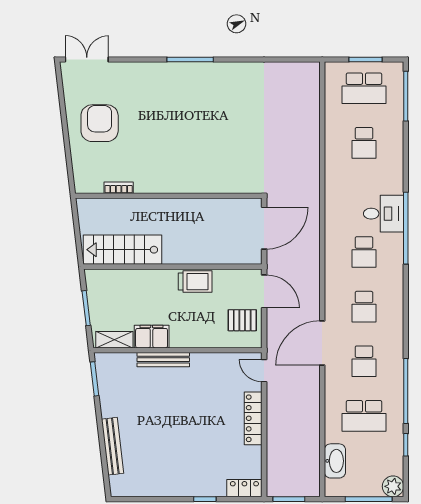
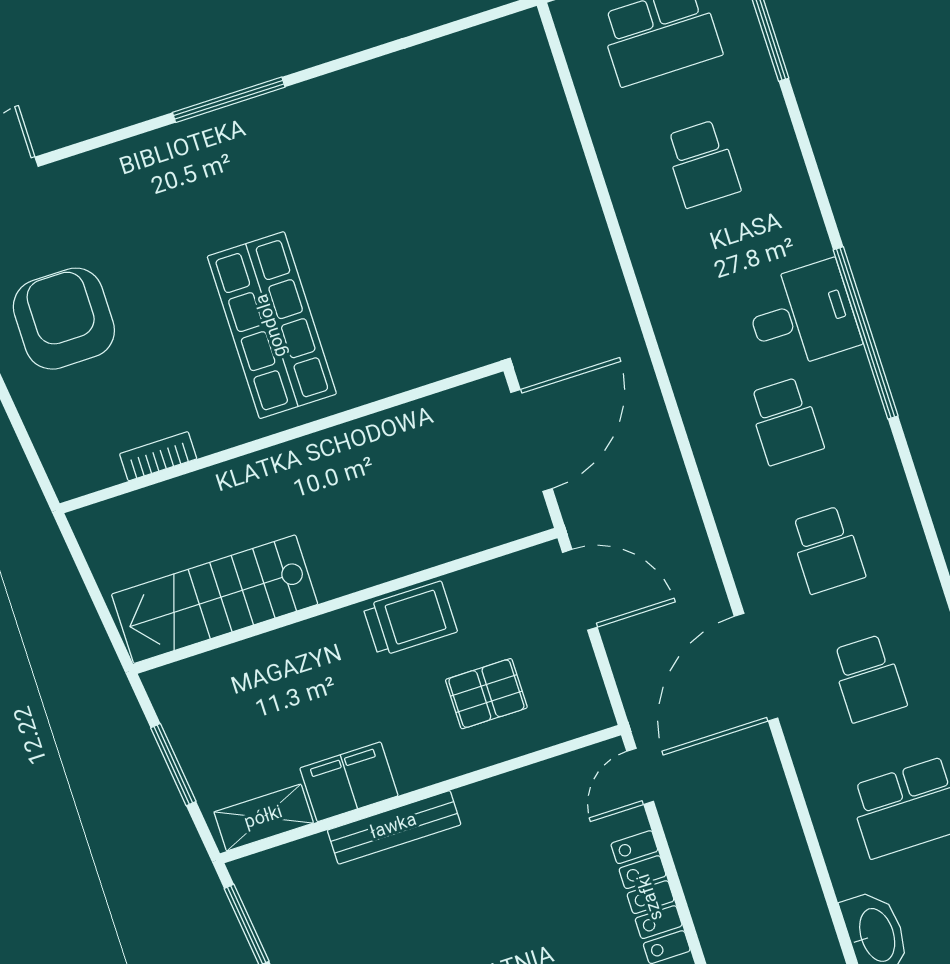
shop shelf: (179, 151) -> (272, 325), added
pallet: (242, 320) -> (486, 694), moved
door: (264, 371) -> (640, 776), hinge flipped

